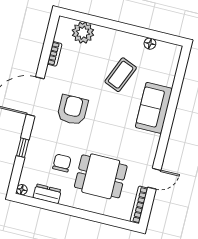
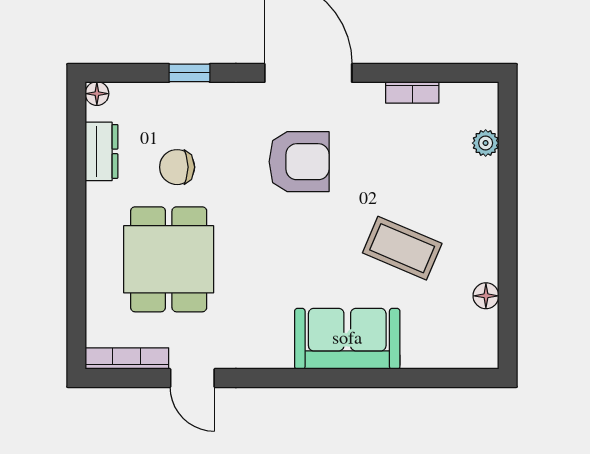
plant: (83, 33) -> (486, 143), width x0.53, depth x0.53
chair: (62, 163) -> (177, 167), turned 180

